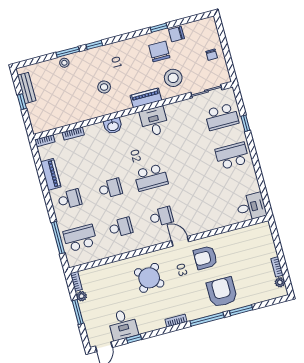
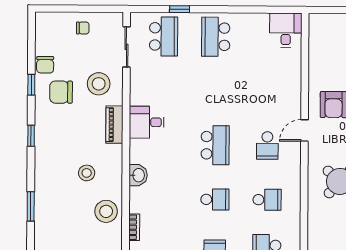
window: (94, 45) -> (31, 136), moved
stool: (64, 63) -> (106, 211), moved, width x1.89, depth x1.89
school desk: (110, 188) -> (215, 199), turned 90
school desk: (161, 217) -> (267, 145), turned 180
school desk: (121, 227) -> (267, 200), turned 90

